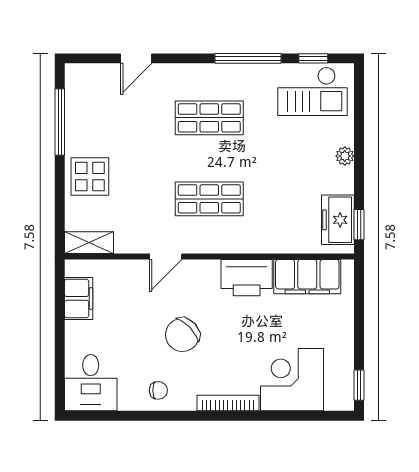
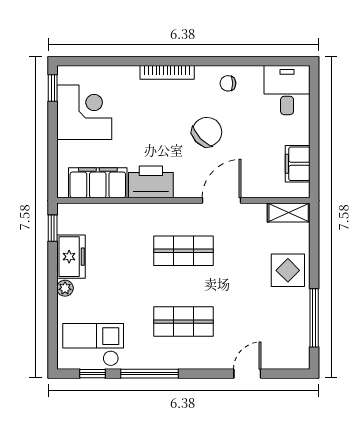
freezer: (338, 220) -> (71, 257), moved
door: (166, 256) -> (222, 200), width x1.38
corner desk: (292, 380) -> (84, 112), moved, turned -90

